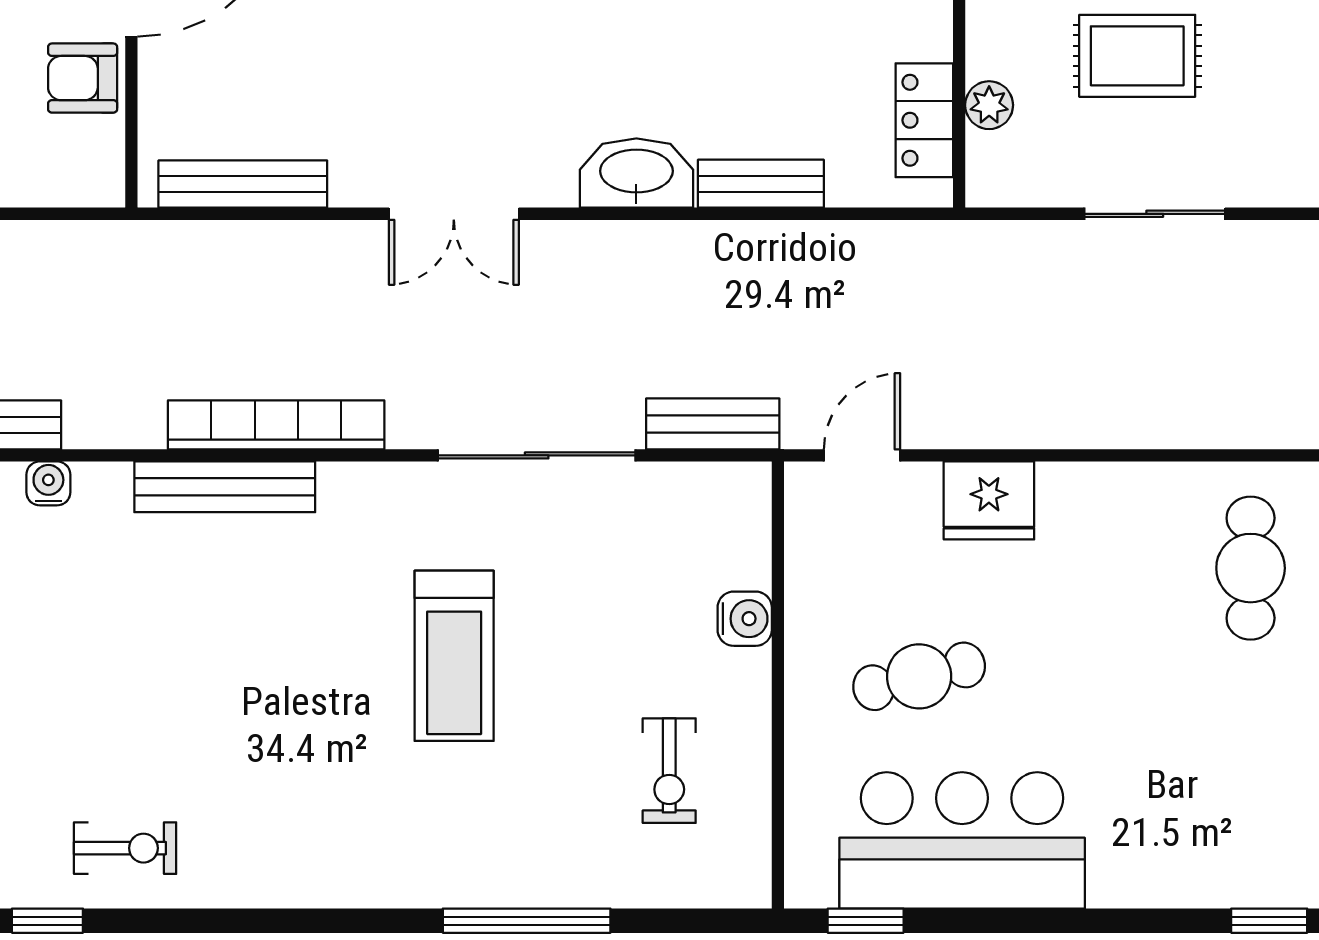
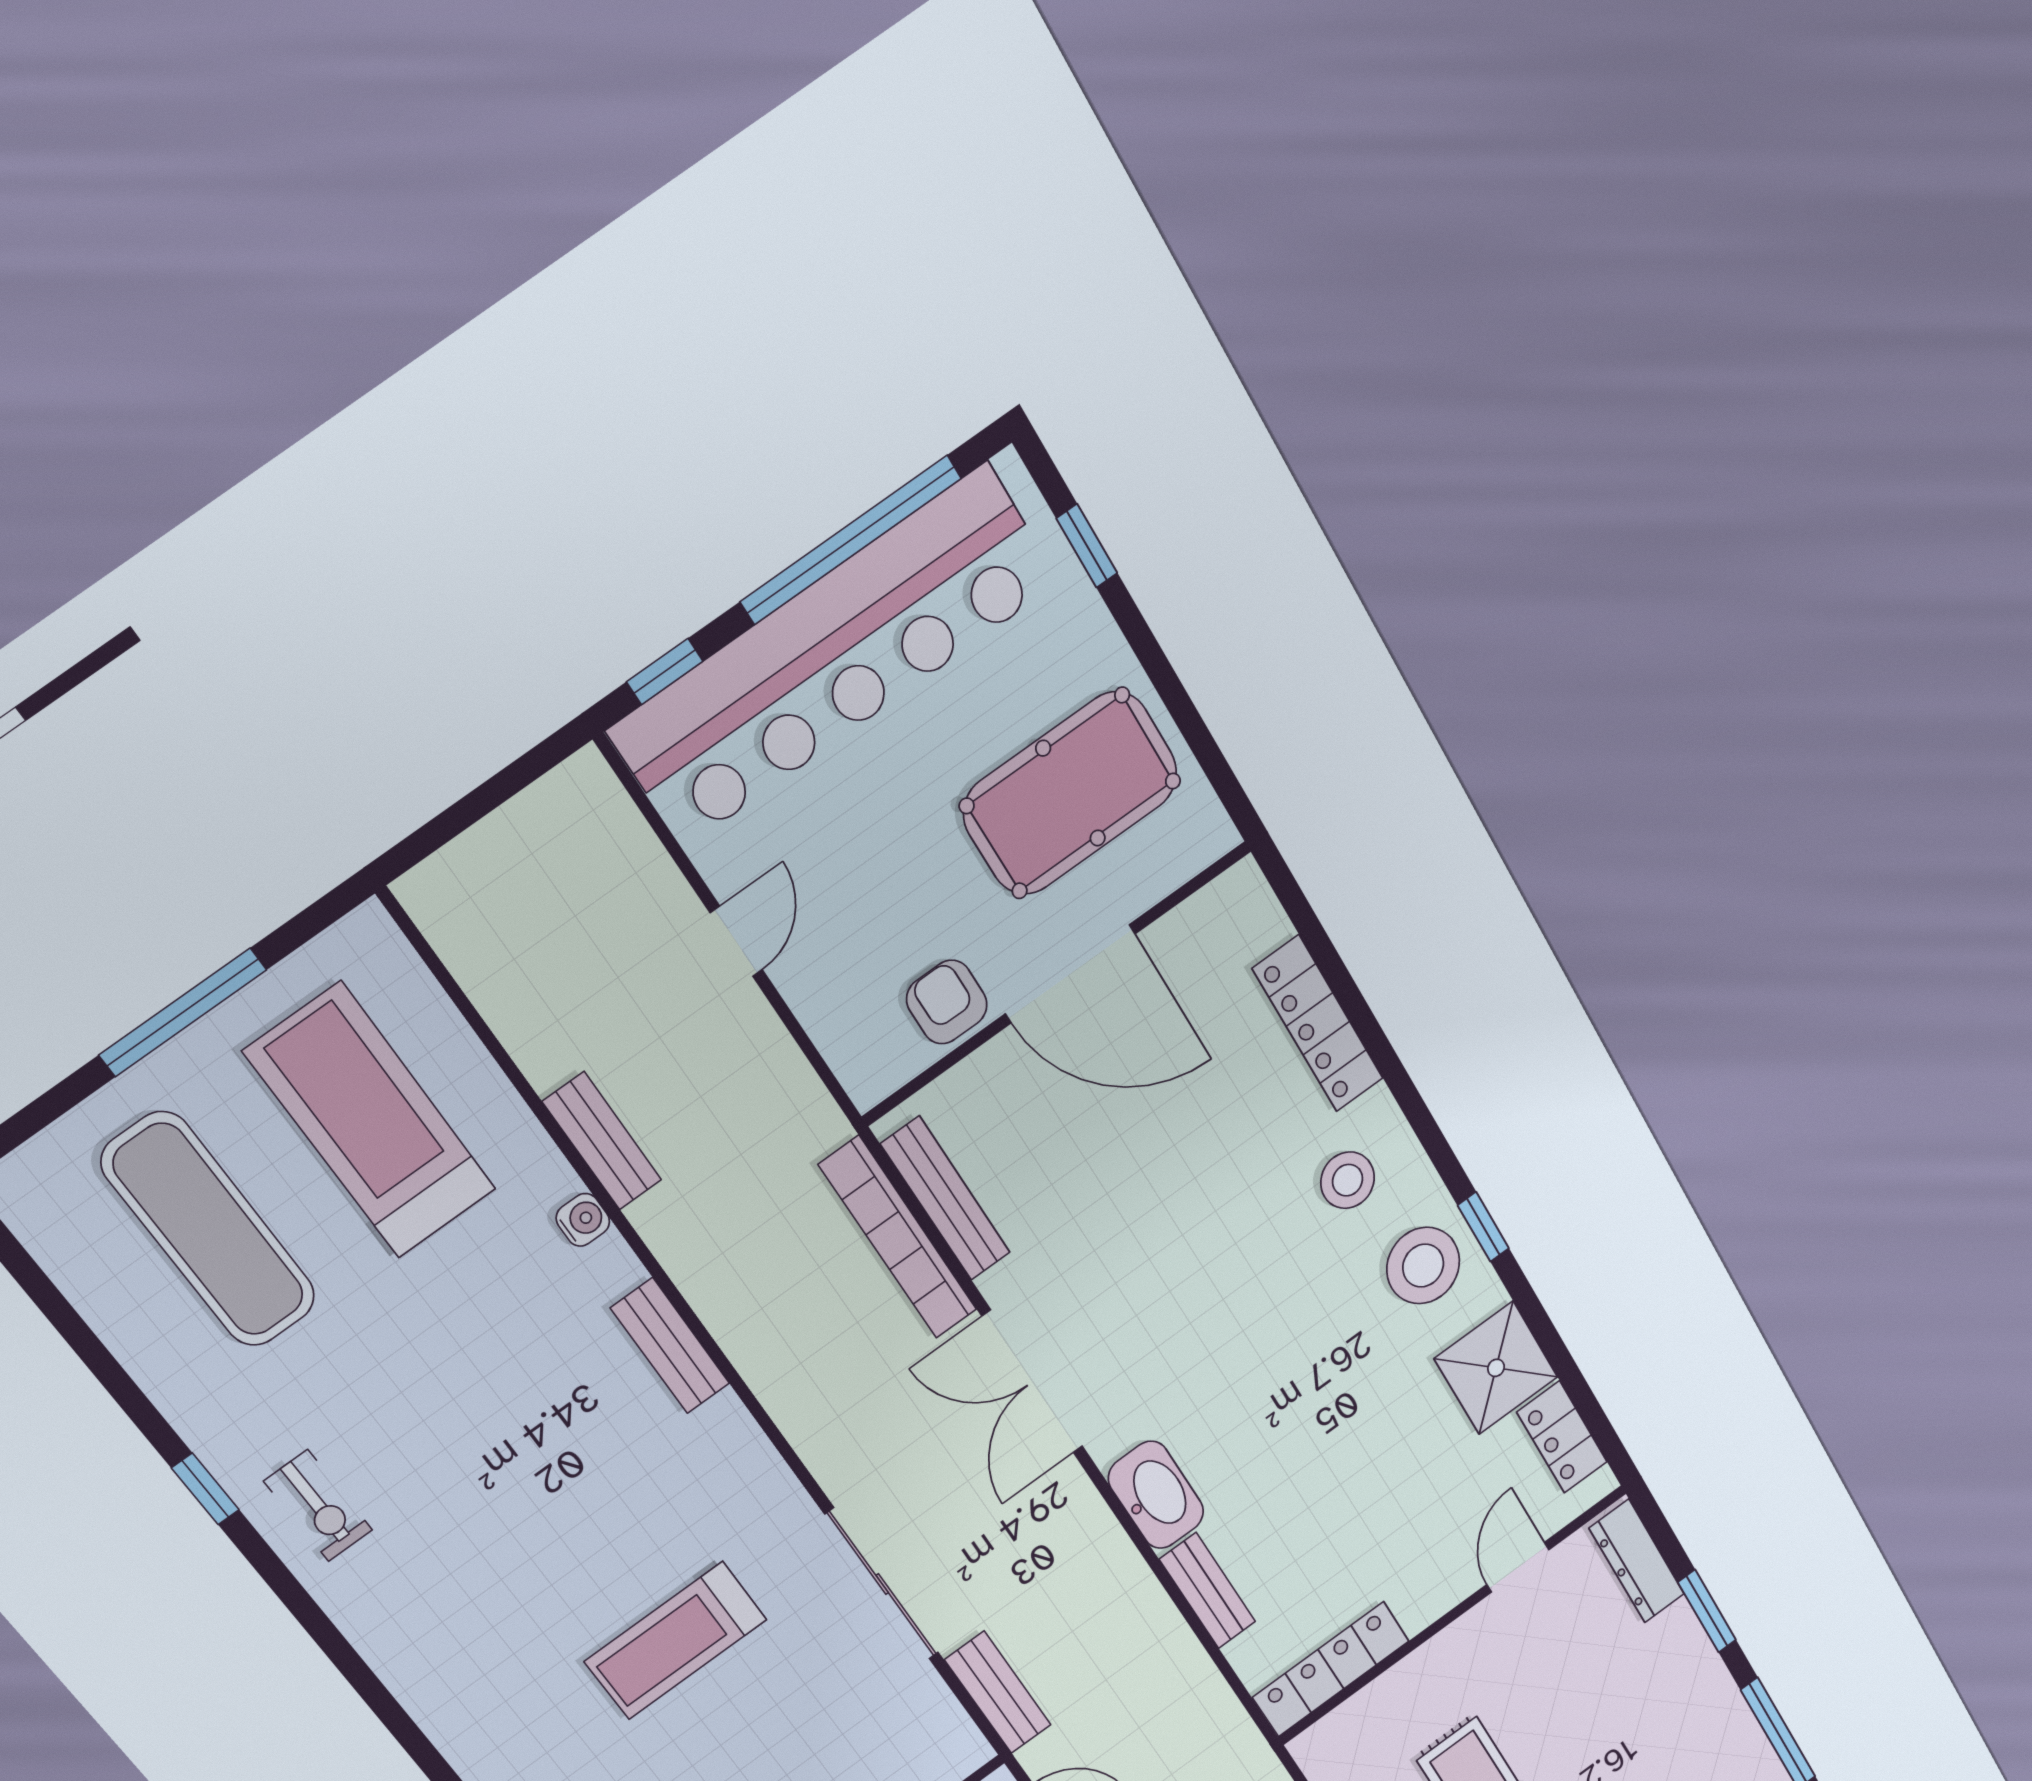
plant: (989, 105) -> (1371, 1705), removed
locker: (924, 120) -> (1331, 1669), width x1.53
double door: (454, 214) -> (1033, 1382), width x1.37
bookcase: (276, 425) -> (898, 1238), moved, turned 180
bench: (225, 487) -> (670, 1346), width x0.73

